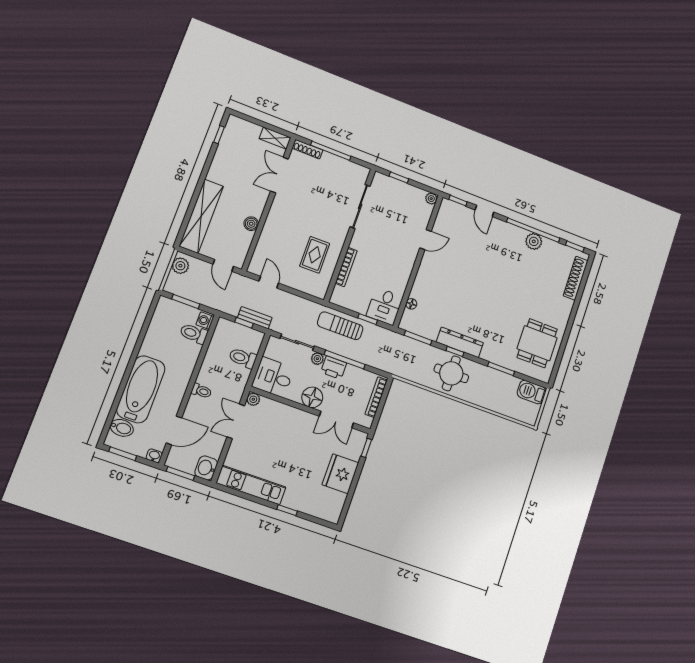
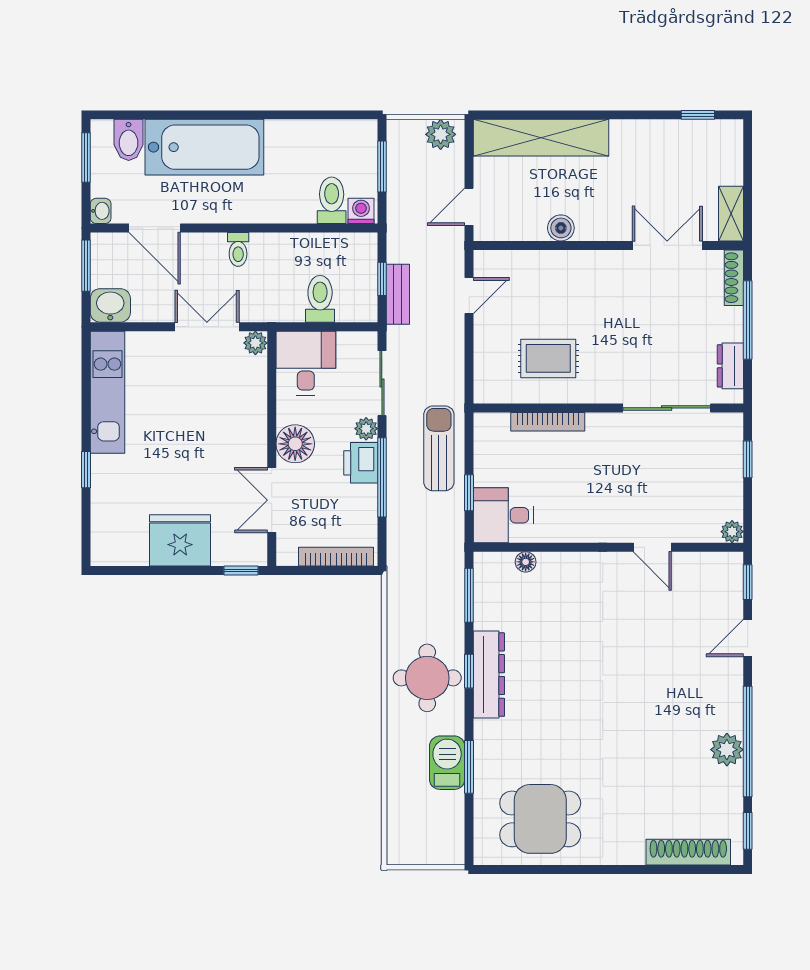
dresser: (350, 168) -> (730, 366), added
barbecue: (532, 392) -> (447, 763), moved

